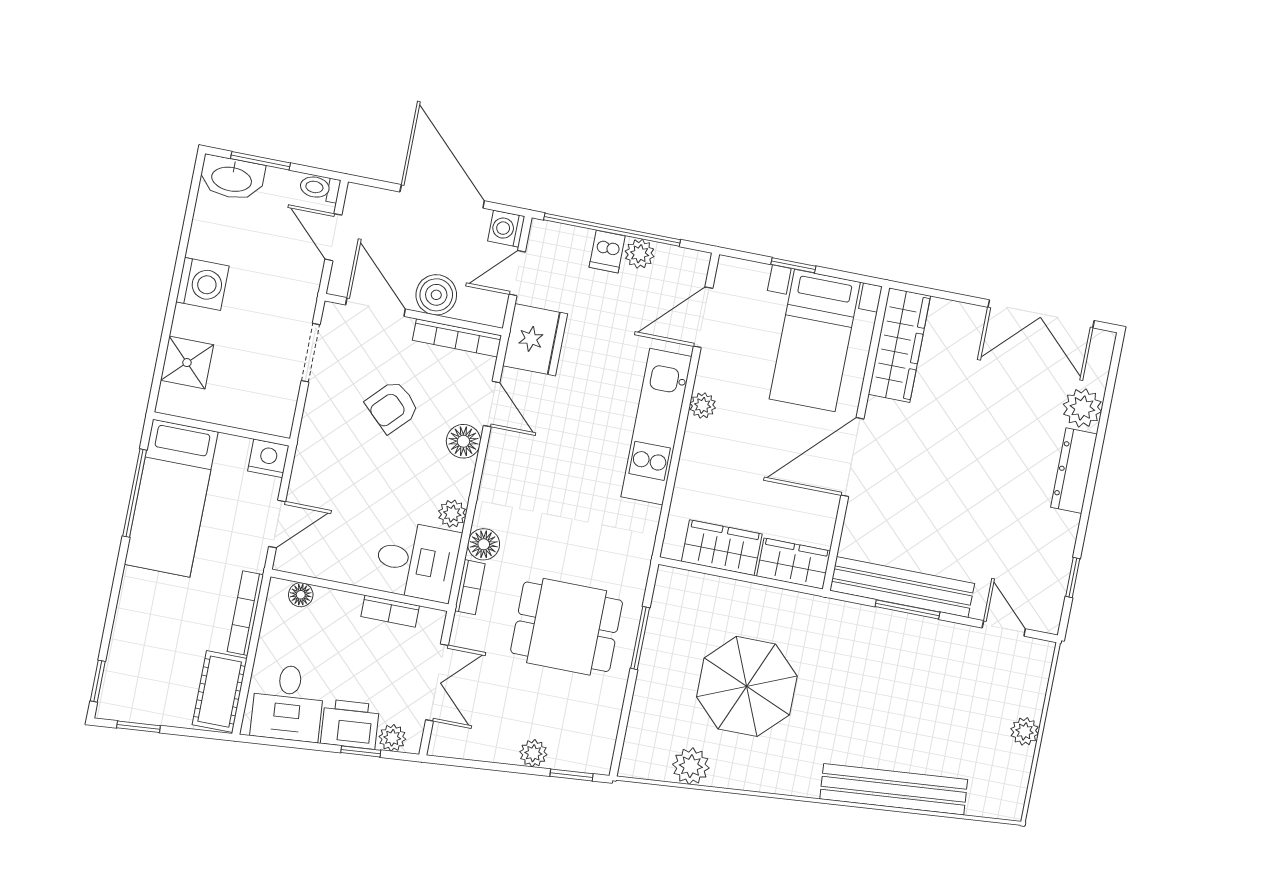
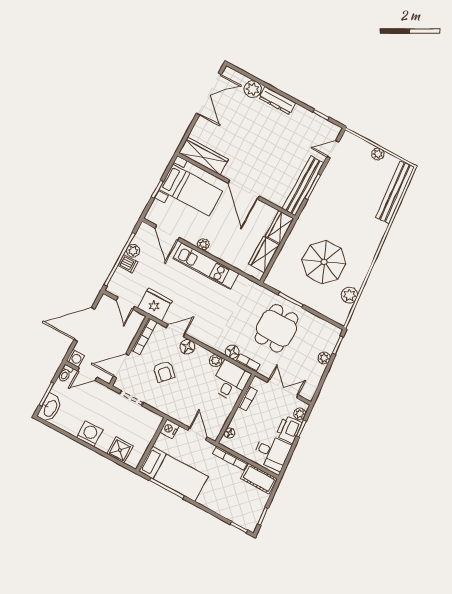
washing machine: (506, 229) -> (75, 358), moved, turned -90
boiler: (436, 295) -> (124, 339), removed
bench: (894, 789) -> (395, 192), moved

